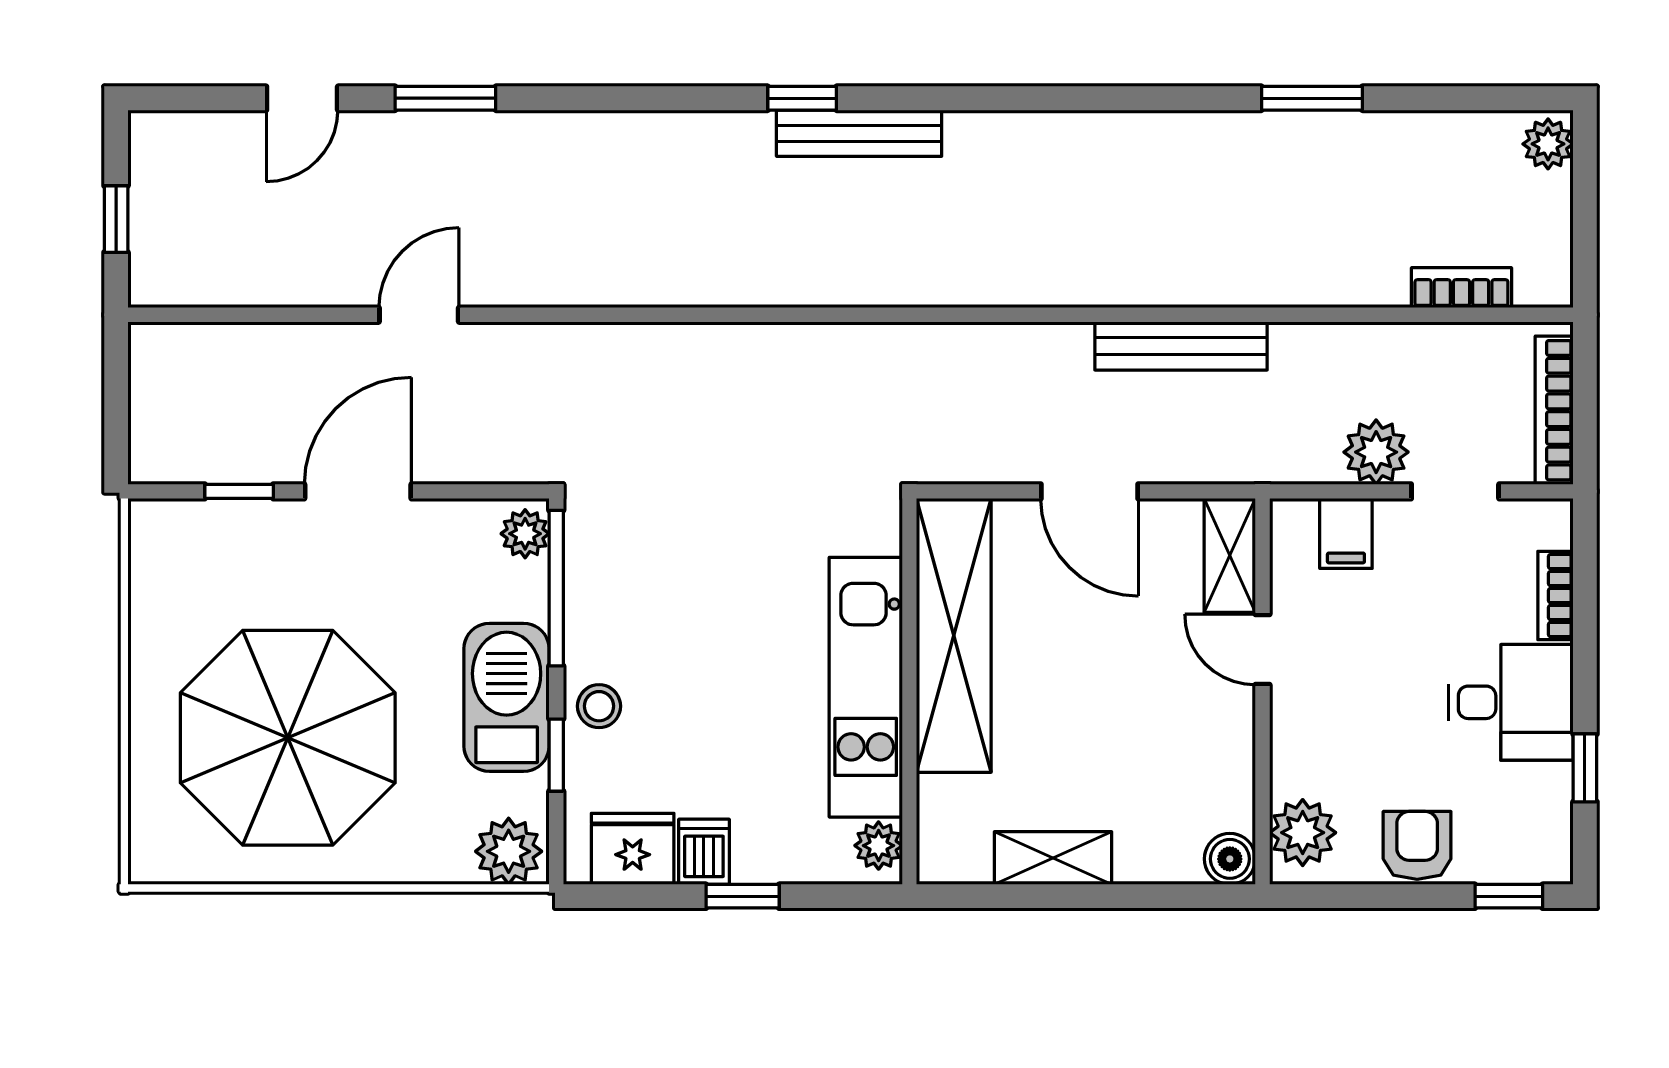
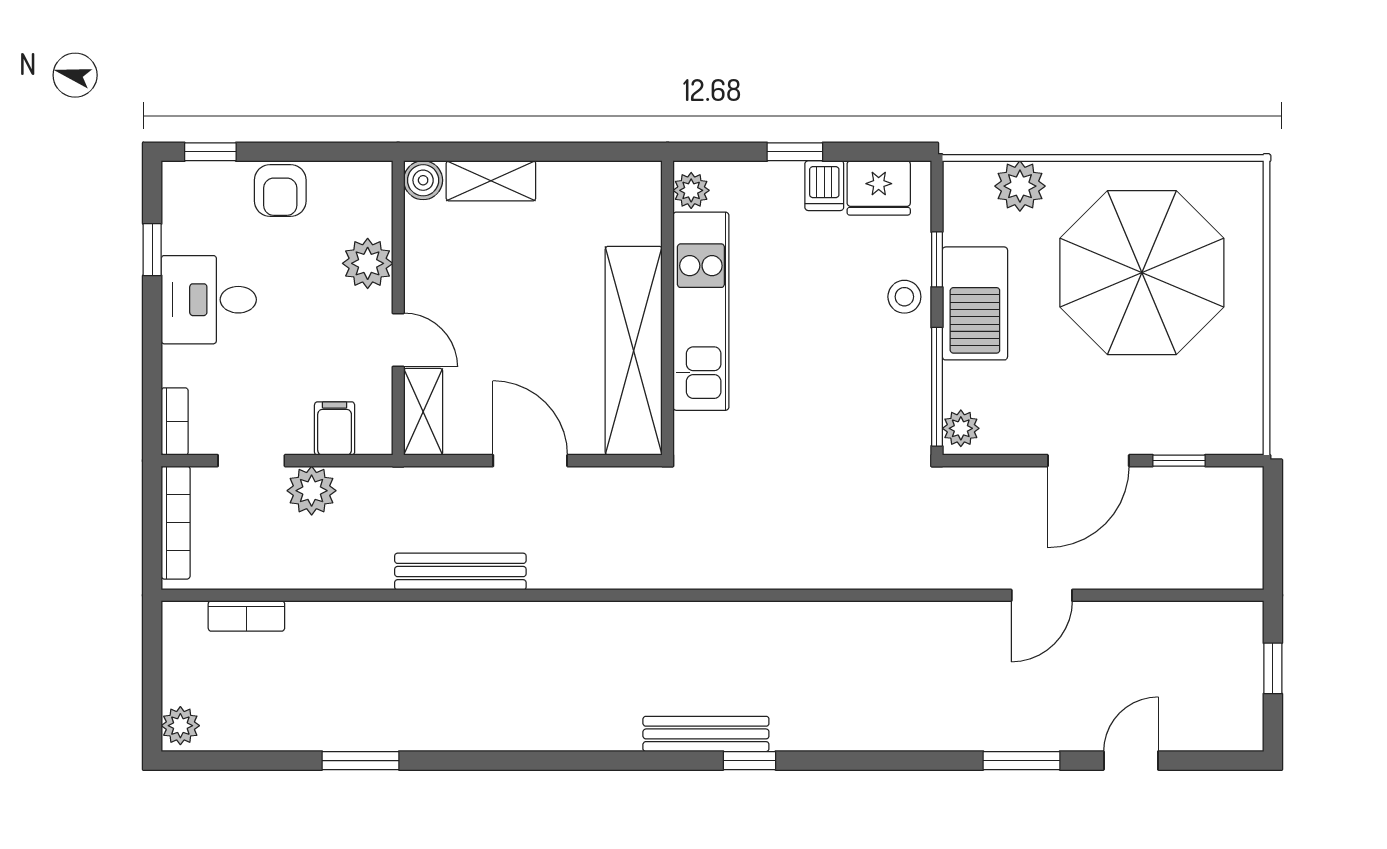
bookcase: (1555, 596) -> (175, 422), moved
plant: (1303, 833) -> (368, 263), moved
plant: (509, 851) -> (1020, 186), moved
shelving: (1053, 858) -> (491, 181), moved

